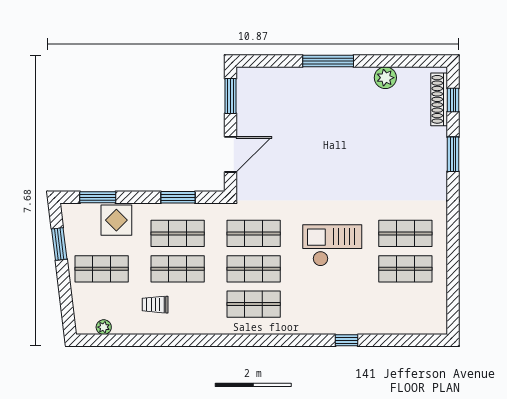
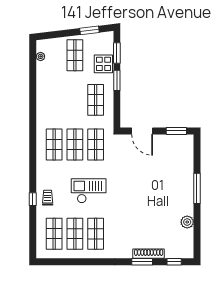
shoe rack: (439, 99) -> (149, 254), moved
window: (178, 197) -> (117, 80), moved
checkout: (332, 245) -> (89, 191), turned -90
shop shelf: (178, 269) -> (54, 234), moved
trolley: (155, 305) -> (48, 198), moved

